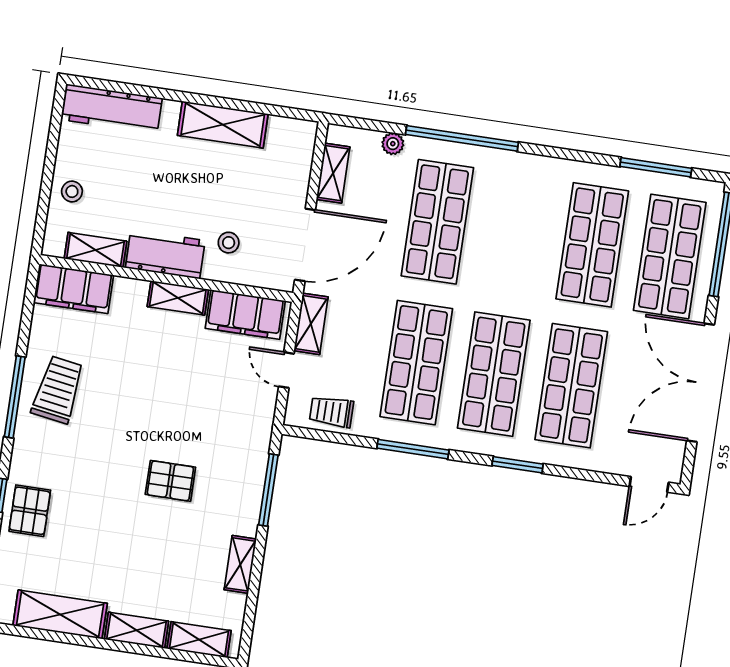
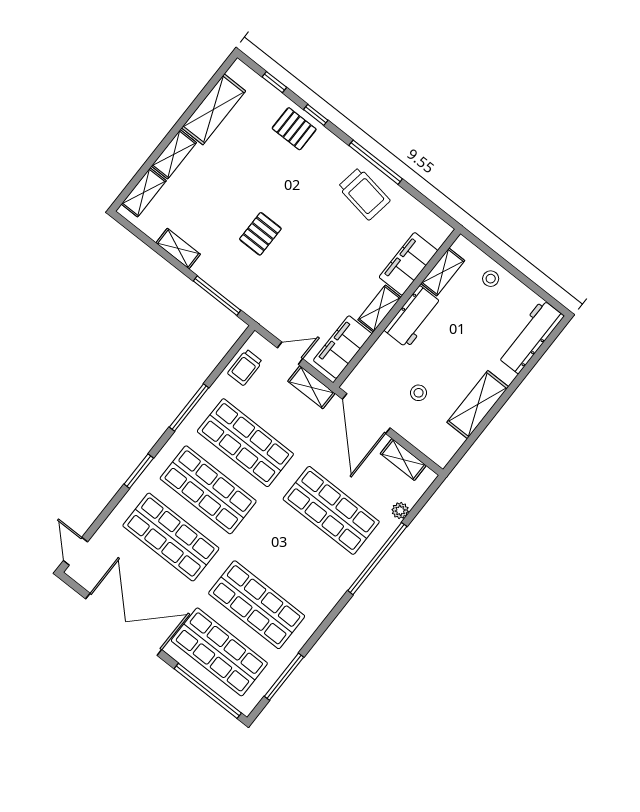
stool: (229, 243) -> (419, 393), moved
filing cabinet: (73, 289) -> (408, 264), moved
trolley: (331, 412) -> (245, 367), turned 180

